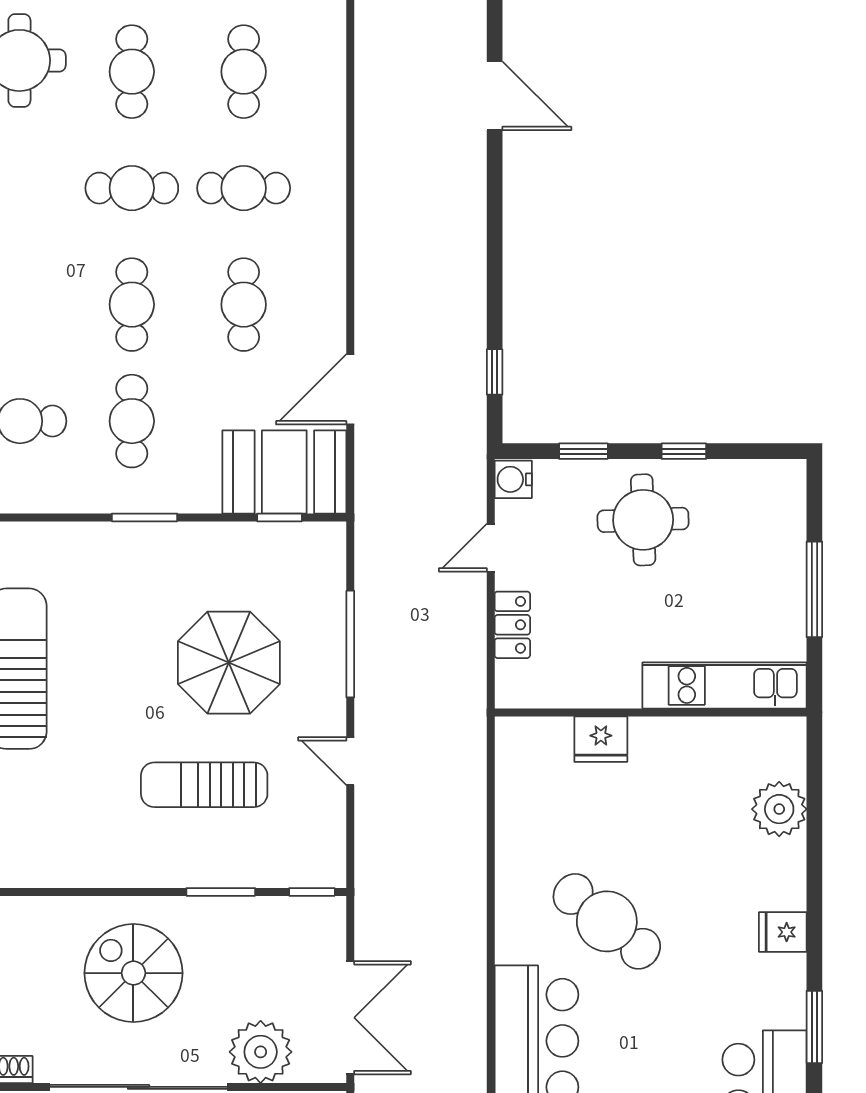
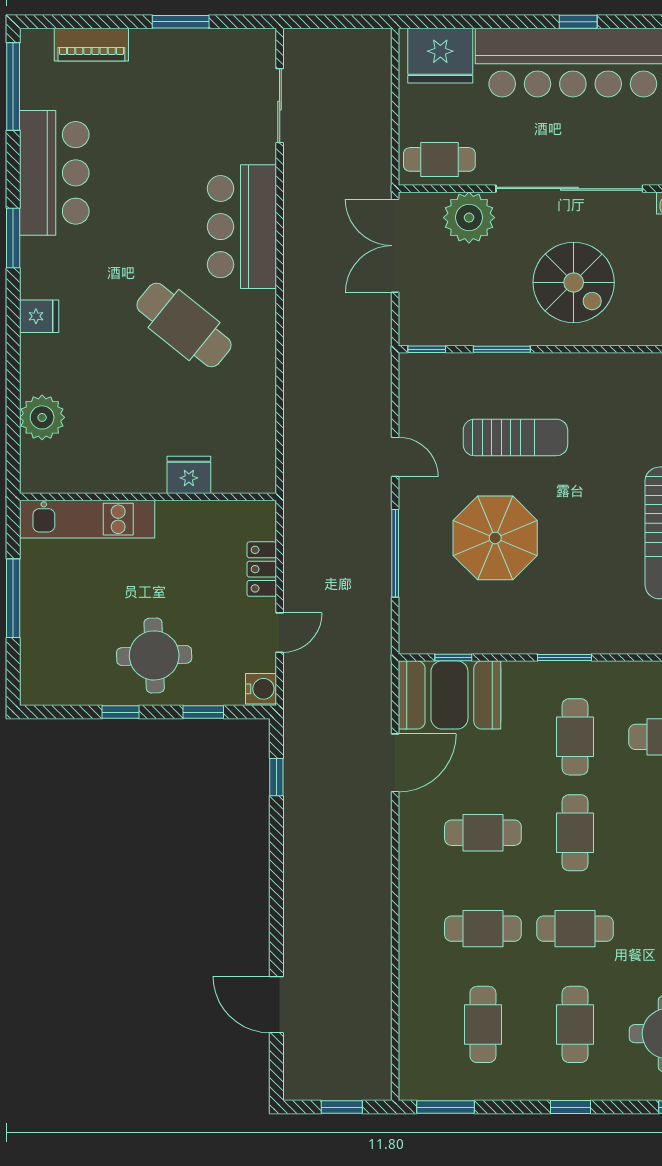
cafe table: (244, 305) -> (483, 833), turned 90

